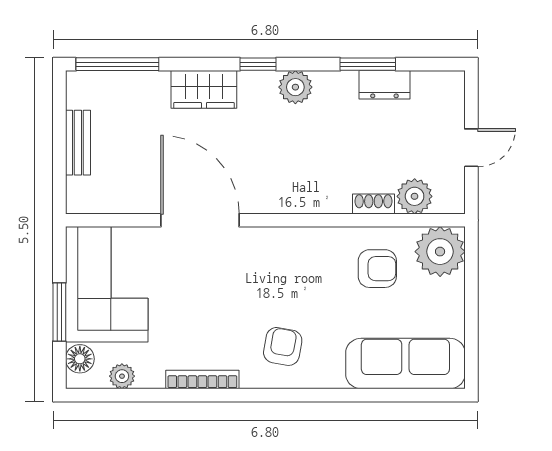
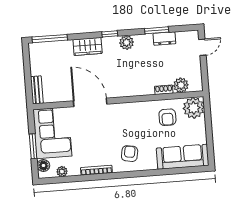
bench: (78, 143) -> (37, 90), moved
door: (471, 148) -> (202, 47), moved
armchair: (377, 269) -> (167, 117), turned 90

